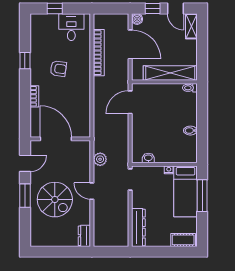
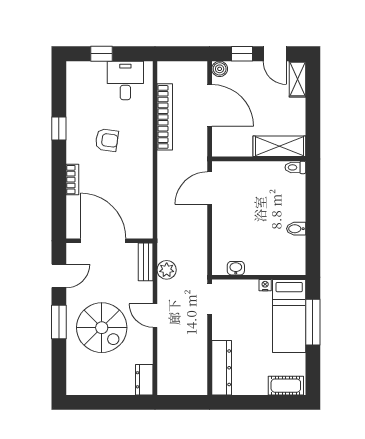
shelving: (170, 73) -> (279, 146), width x0.68
bench: (85, 154) -> (146, 262), added

